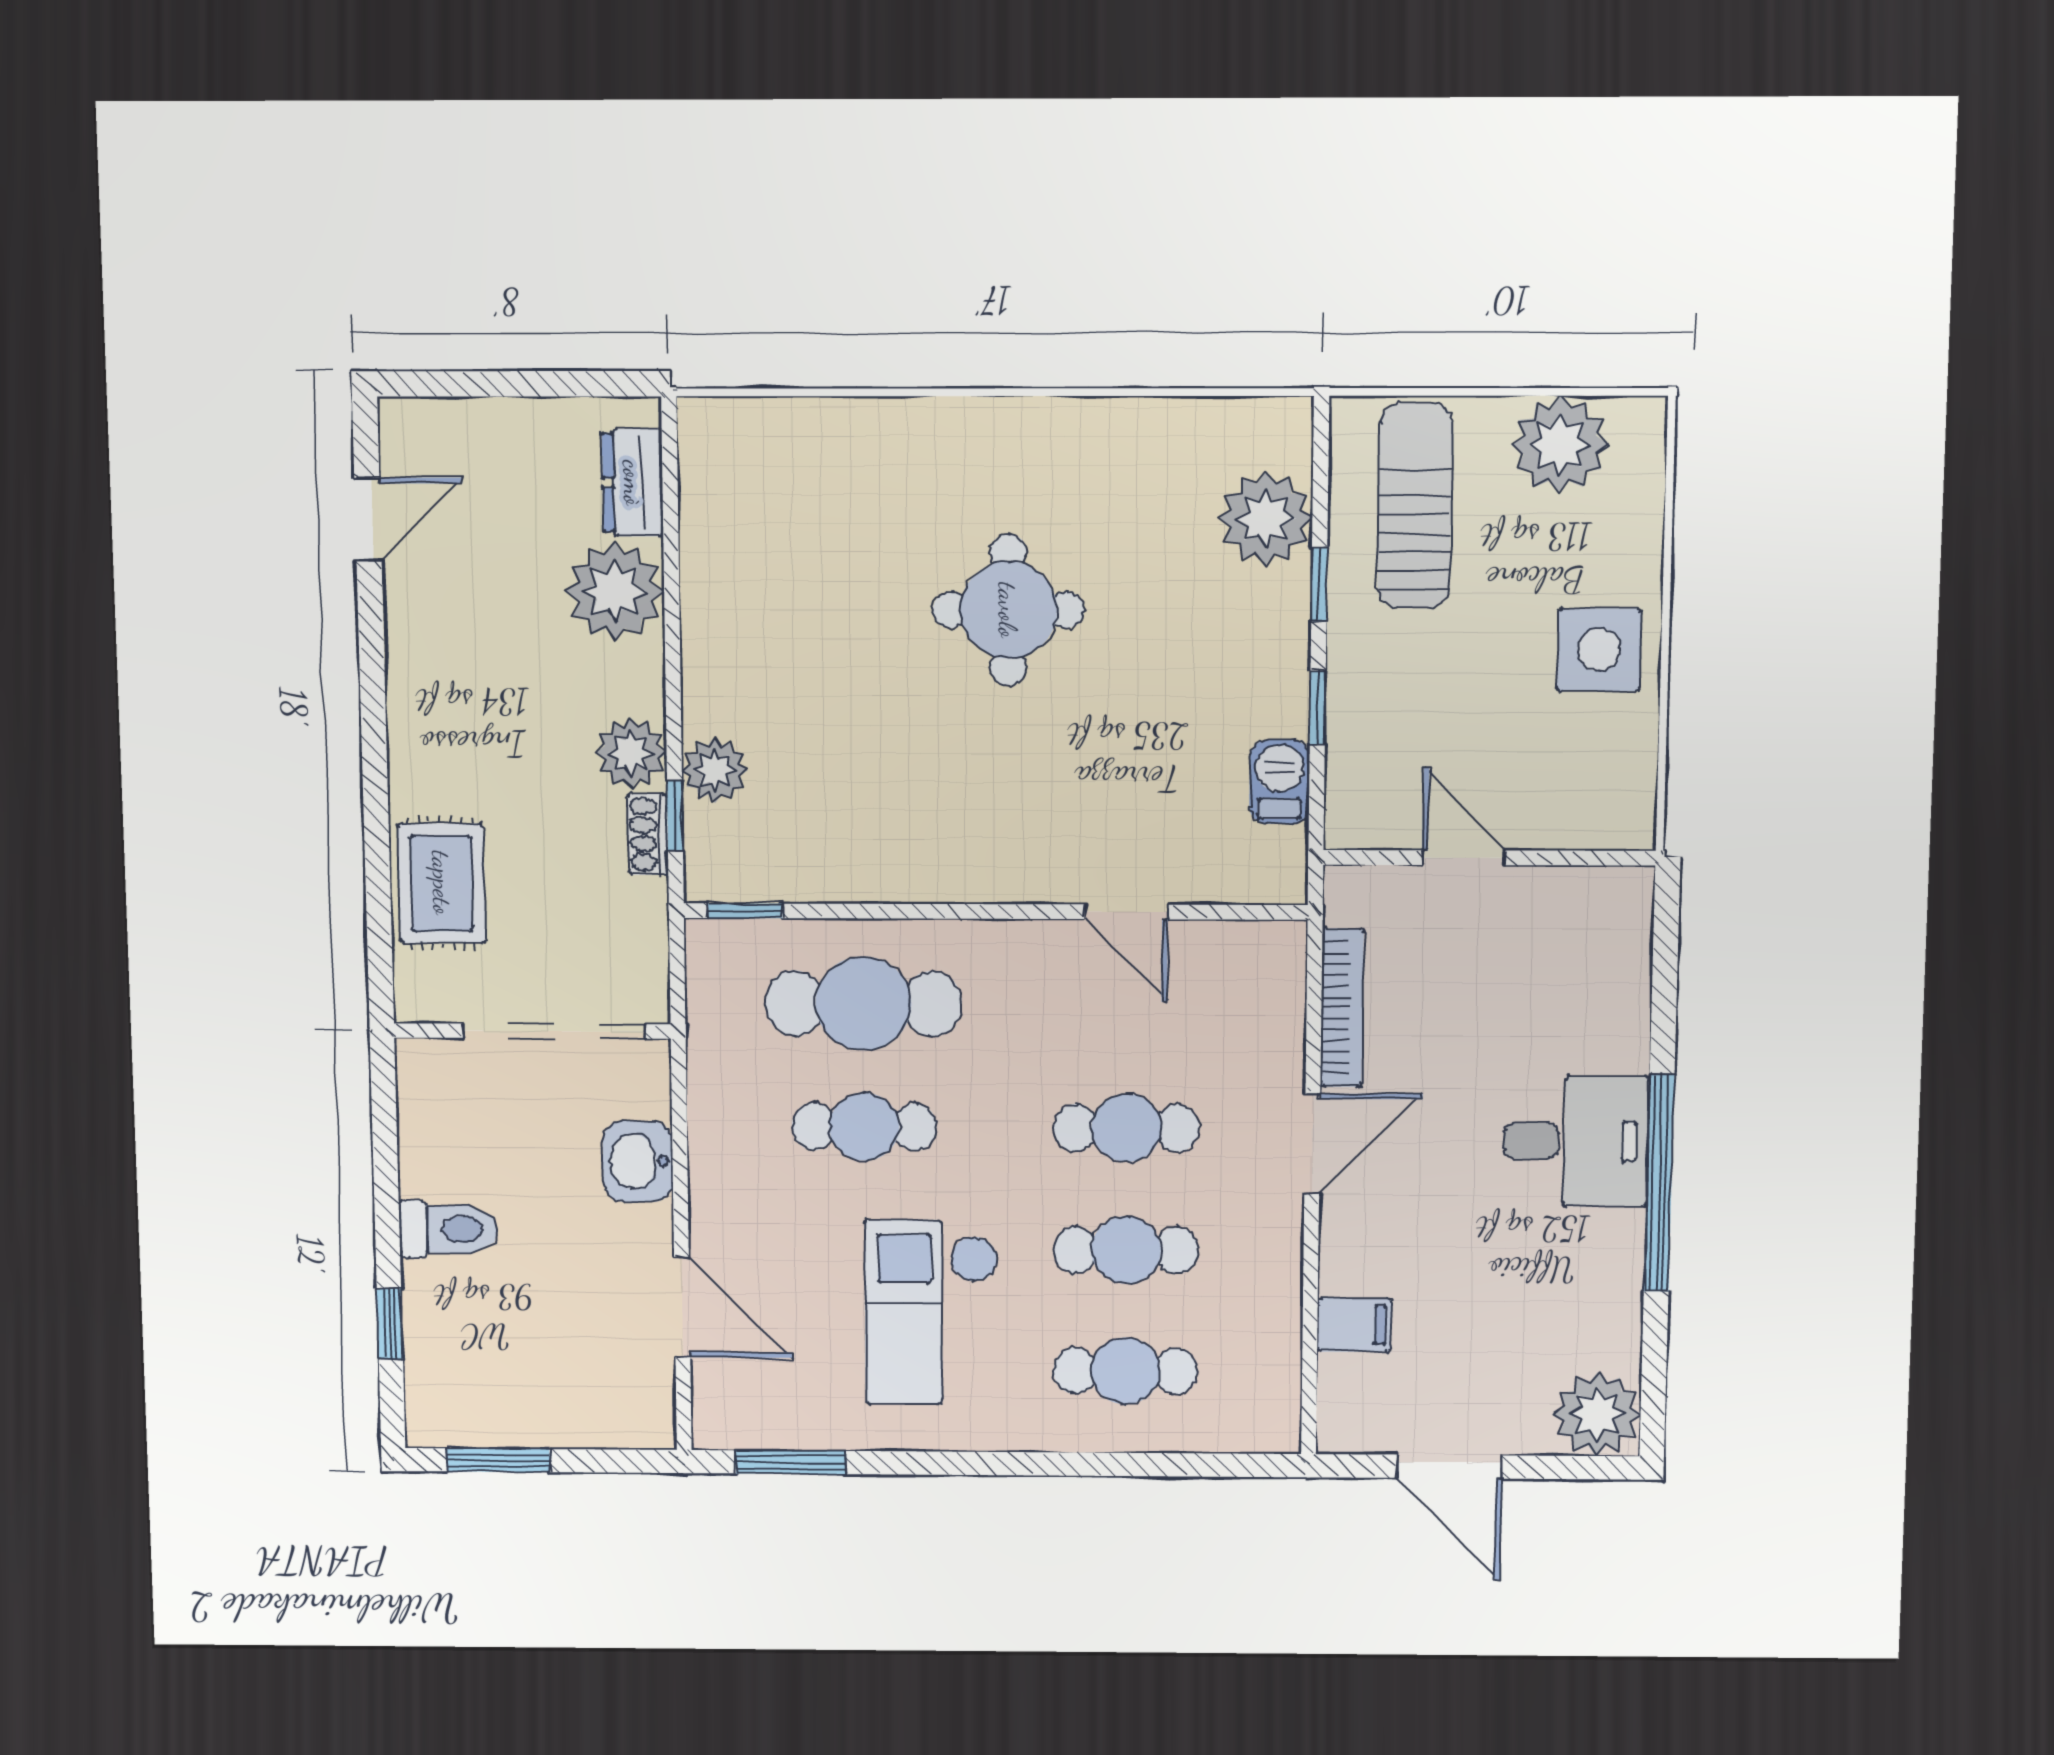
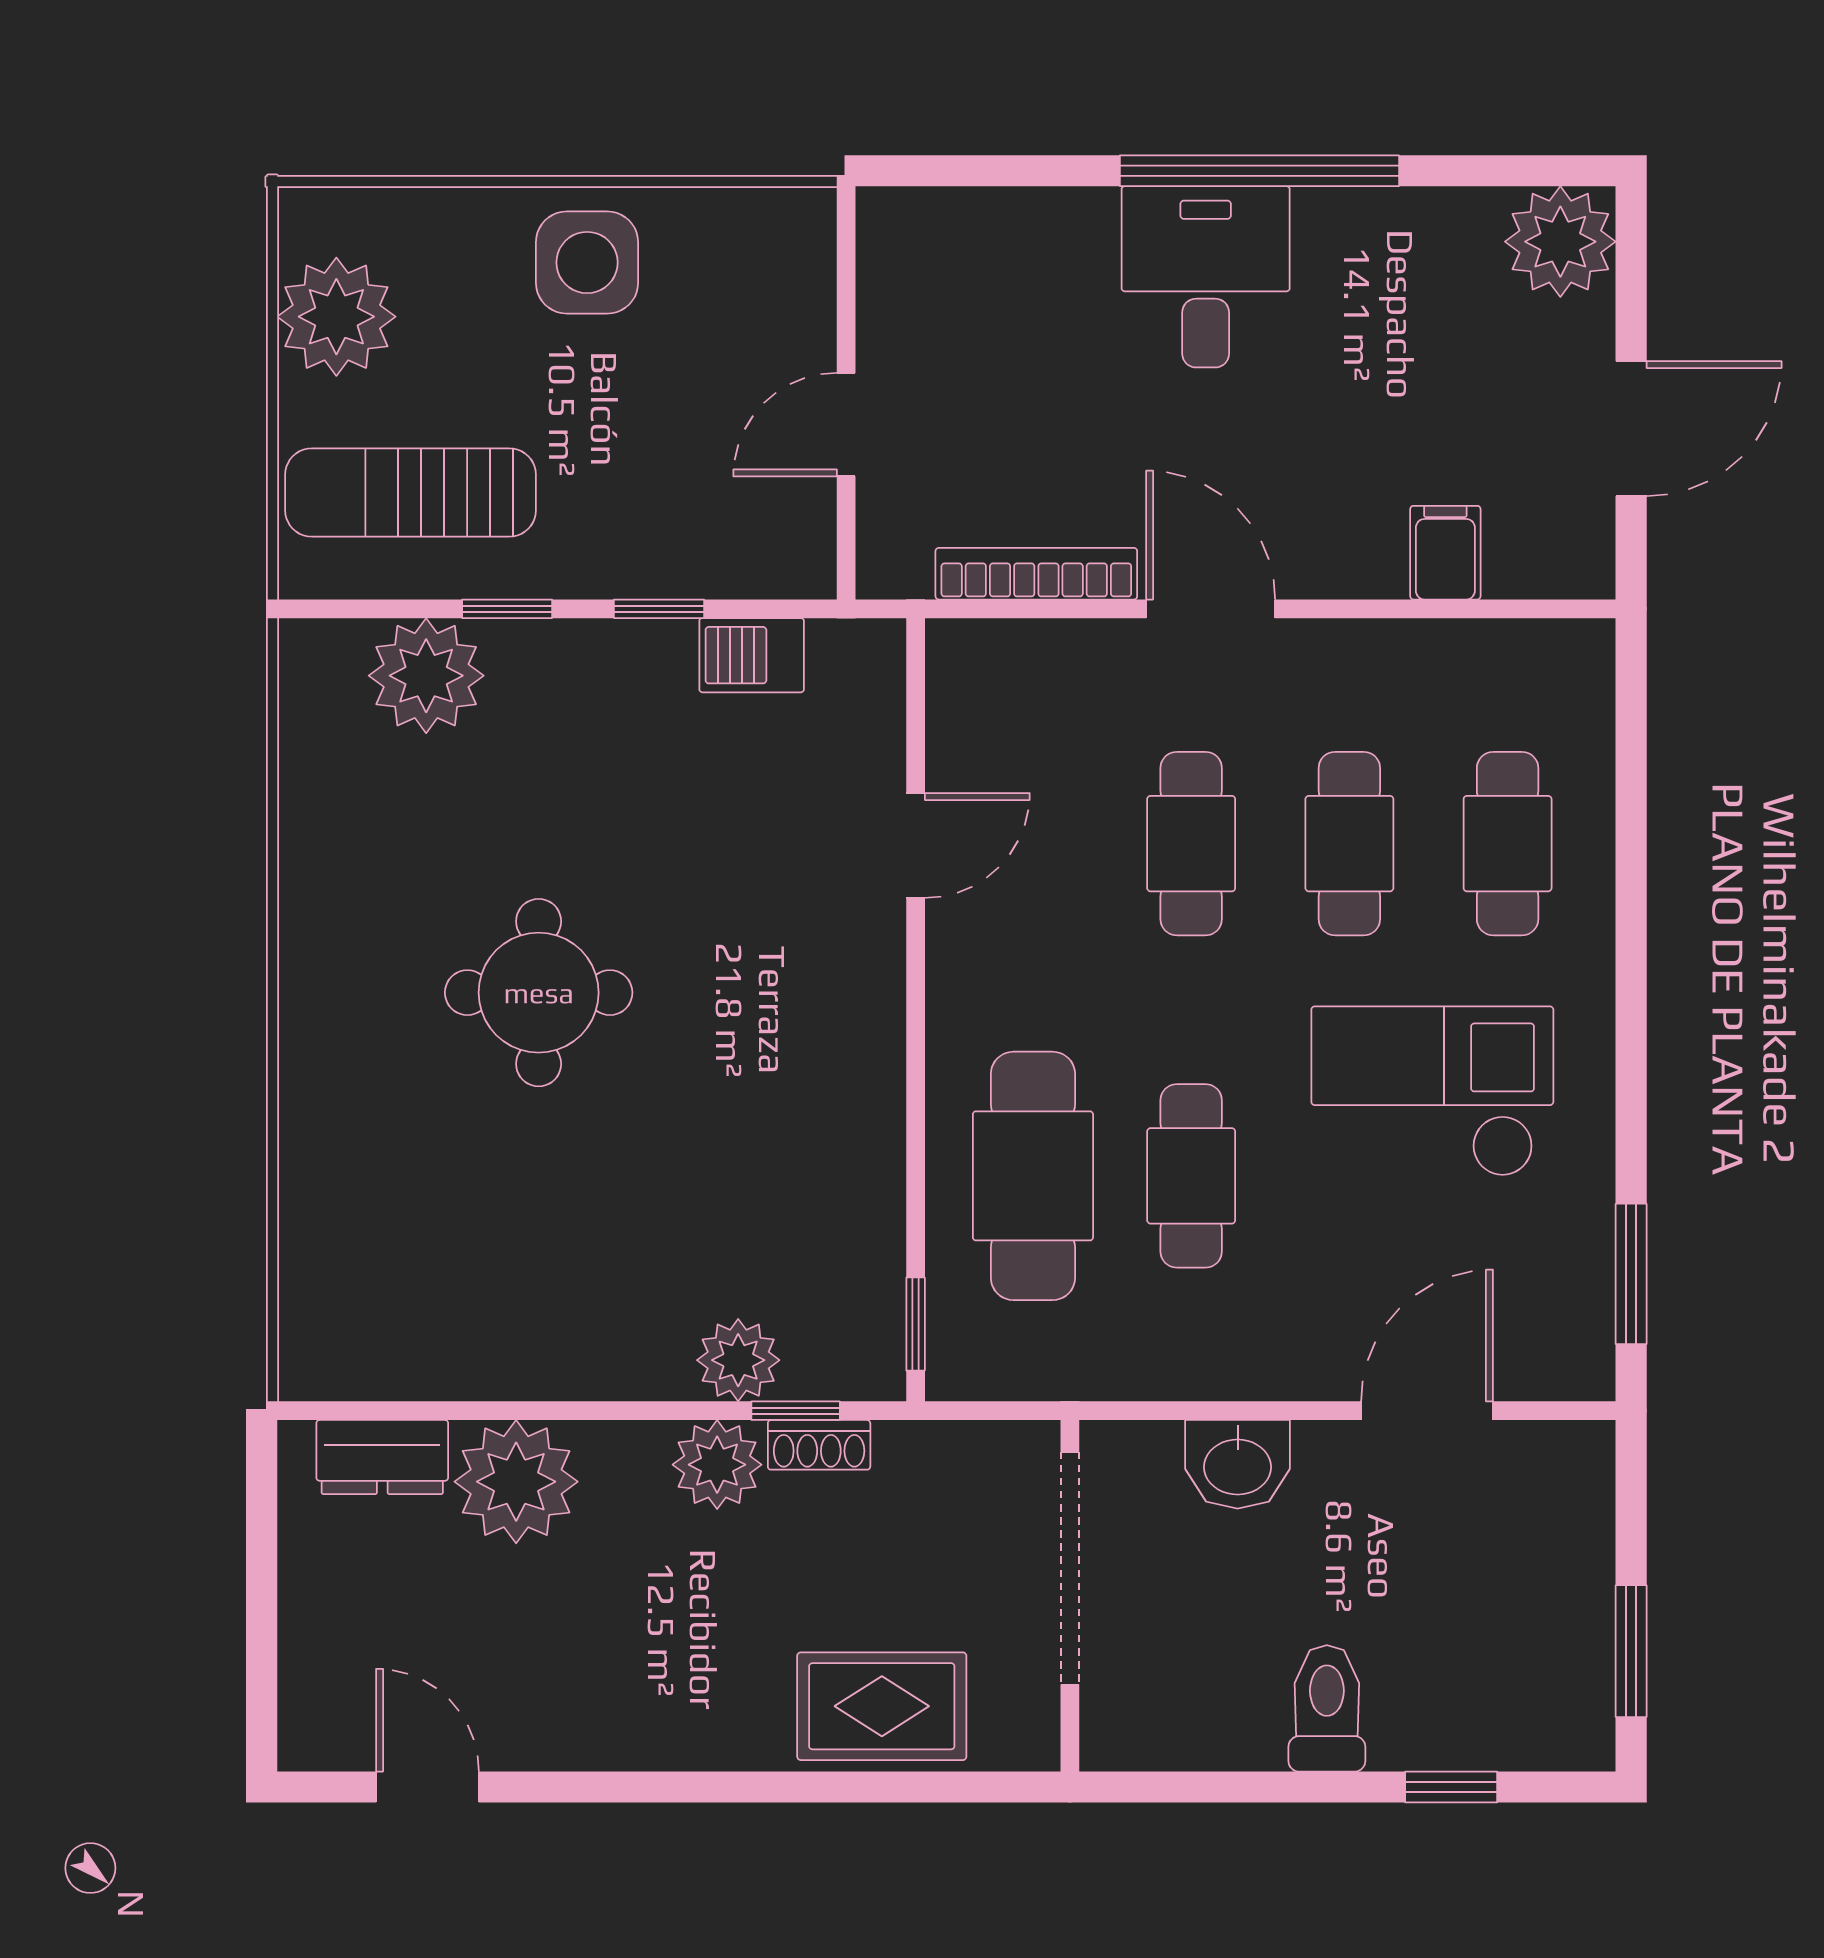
checkout: (932, 1312) -> (1432, 1091), turned 180

